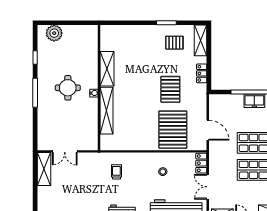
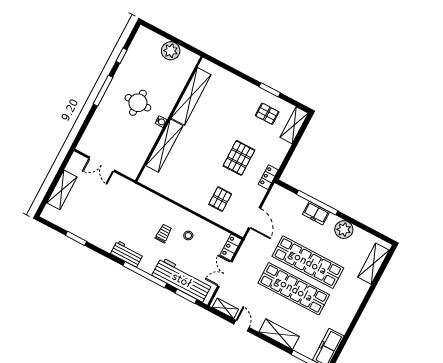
plant: (54, 33) -> (171, 51), moved
shelving: (107, 69) -> (191, 96), width x1.47
locker: (202, 73) -> (268, 177), moved
pallet: (173, 130) -> (220, 199), width x0.49, depth x0.50
shelving: (44, 169) -> (62, 190), moved
trolley: (116, 172) -> (164, 233), moved

